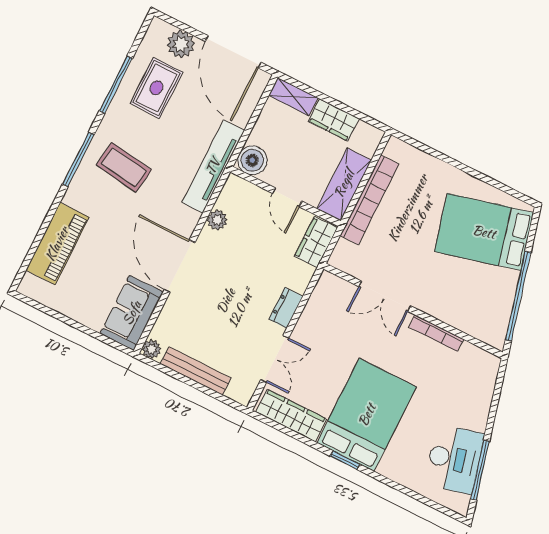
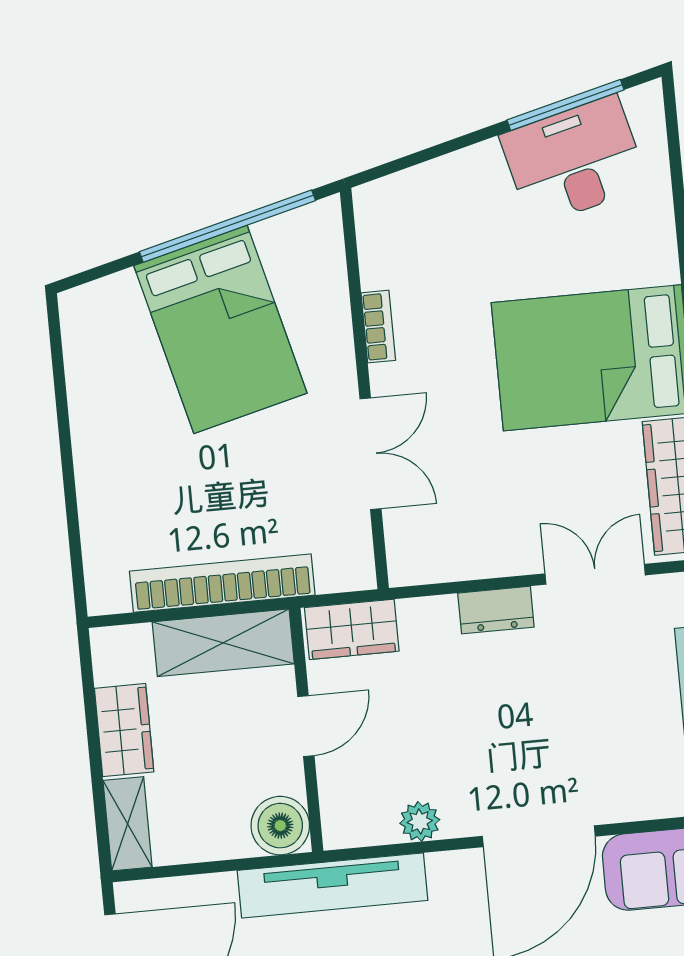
bed: (484, 232) -> (220, 329), moved
bookcase: (436, 333) -> (378, 327), width x0.64

